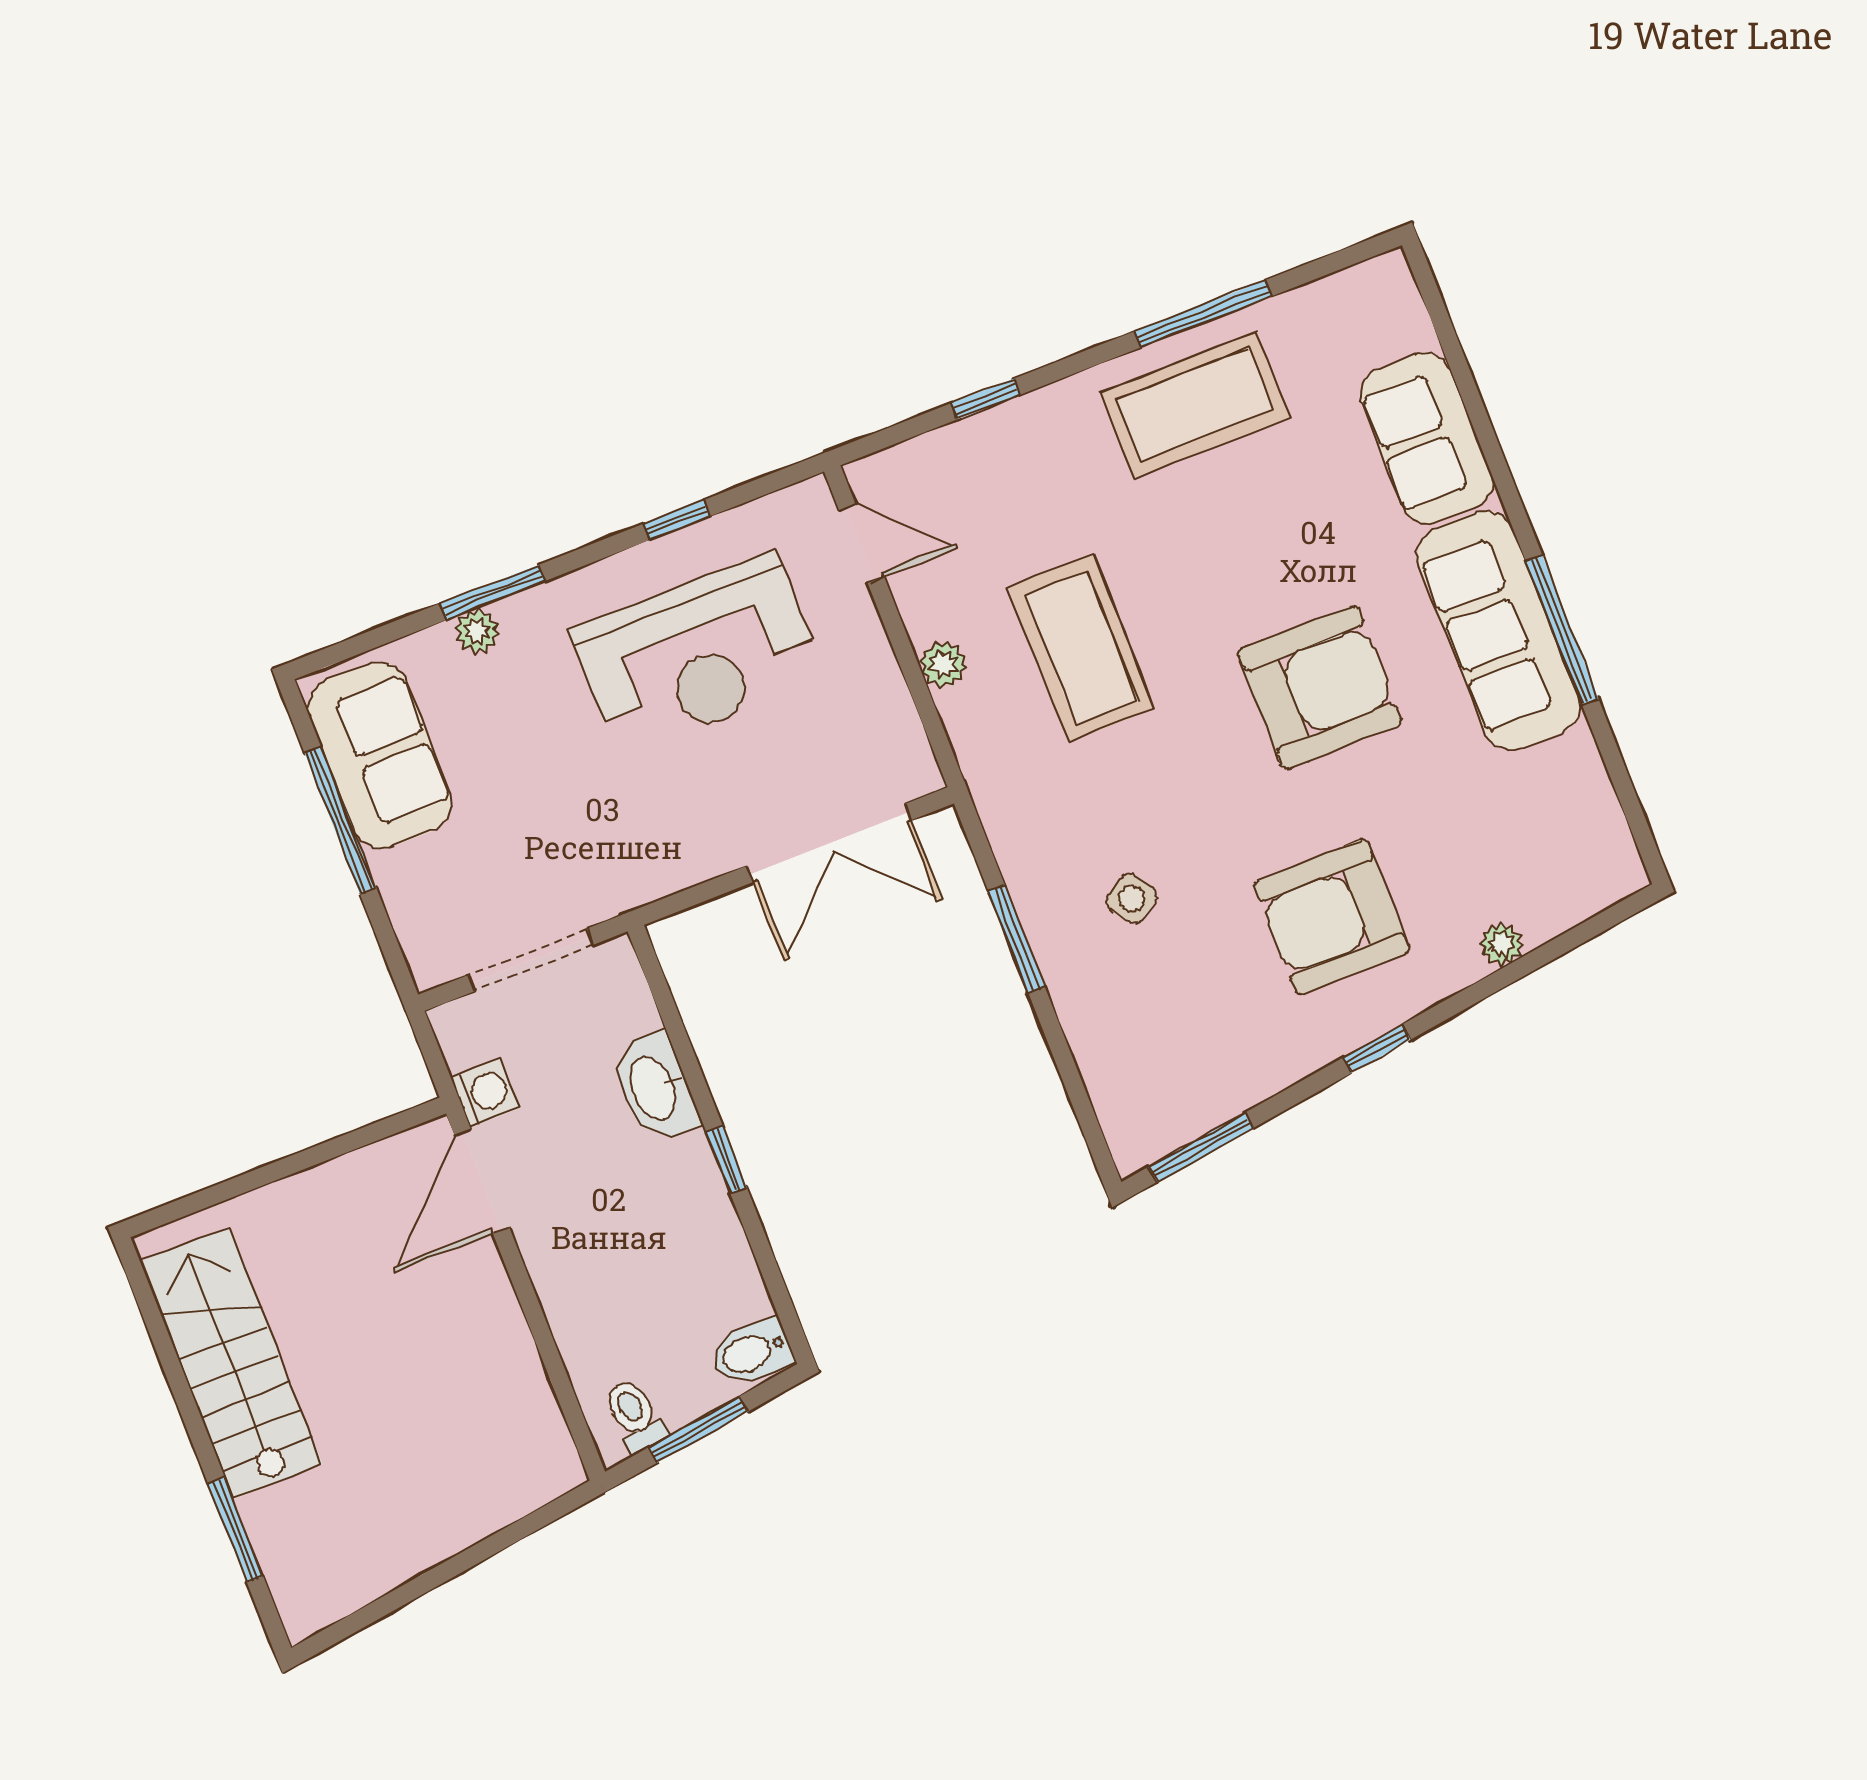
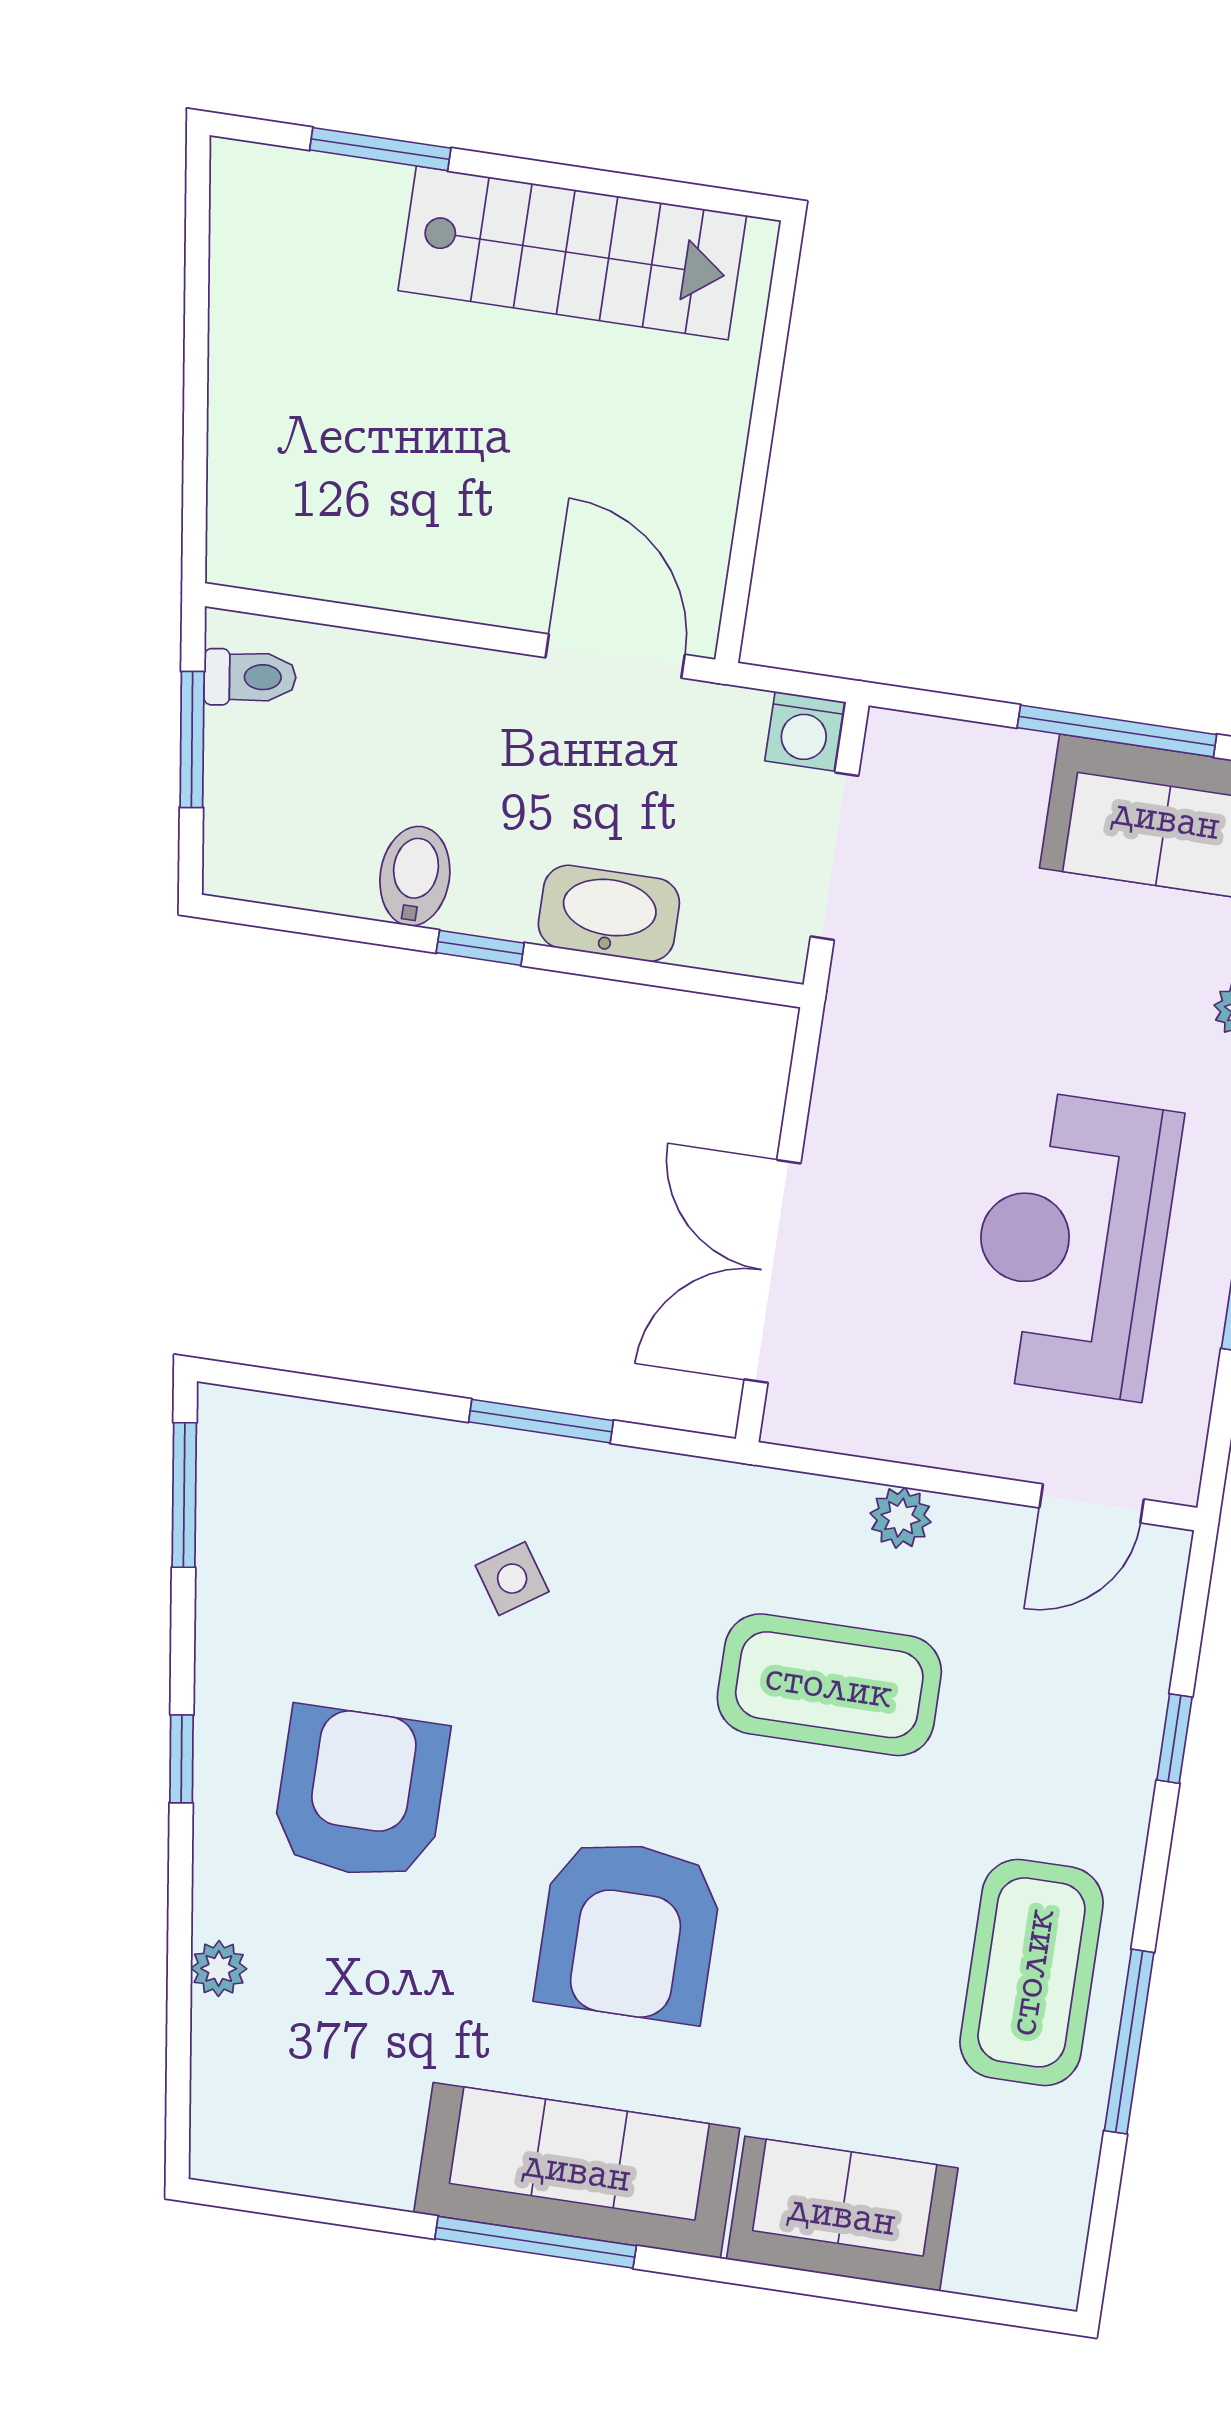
washing machine: (485, 1093) -> (805, 731), moved
bidet: (752, 1352) -> (415, 876), moved

